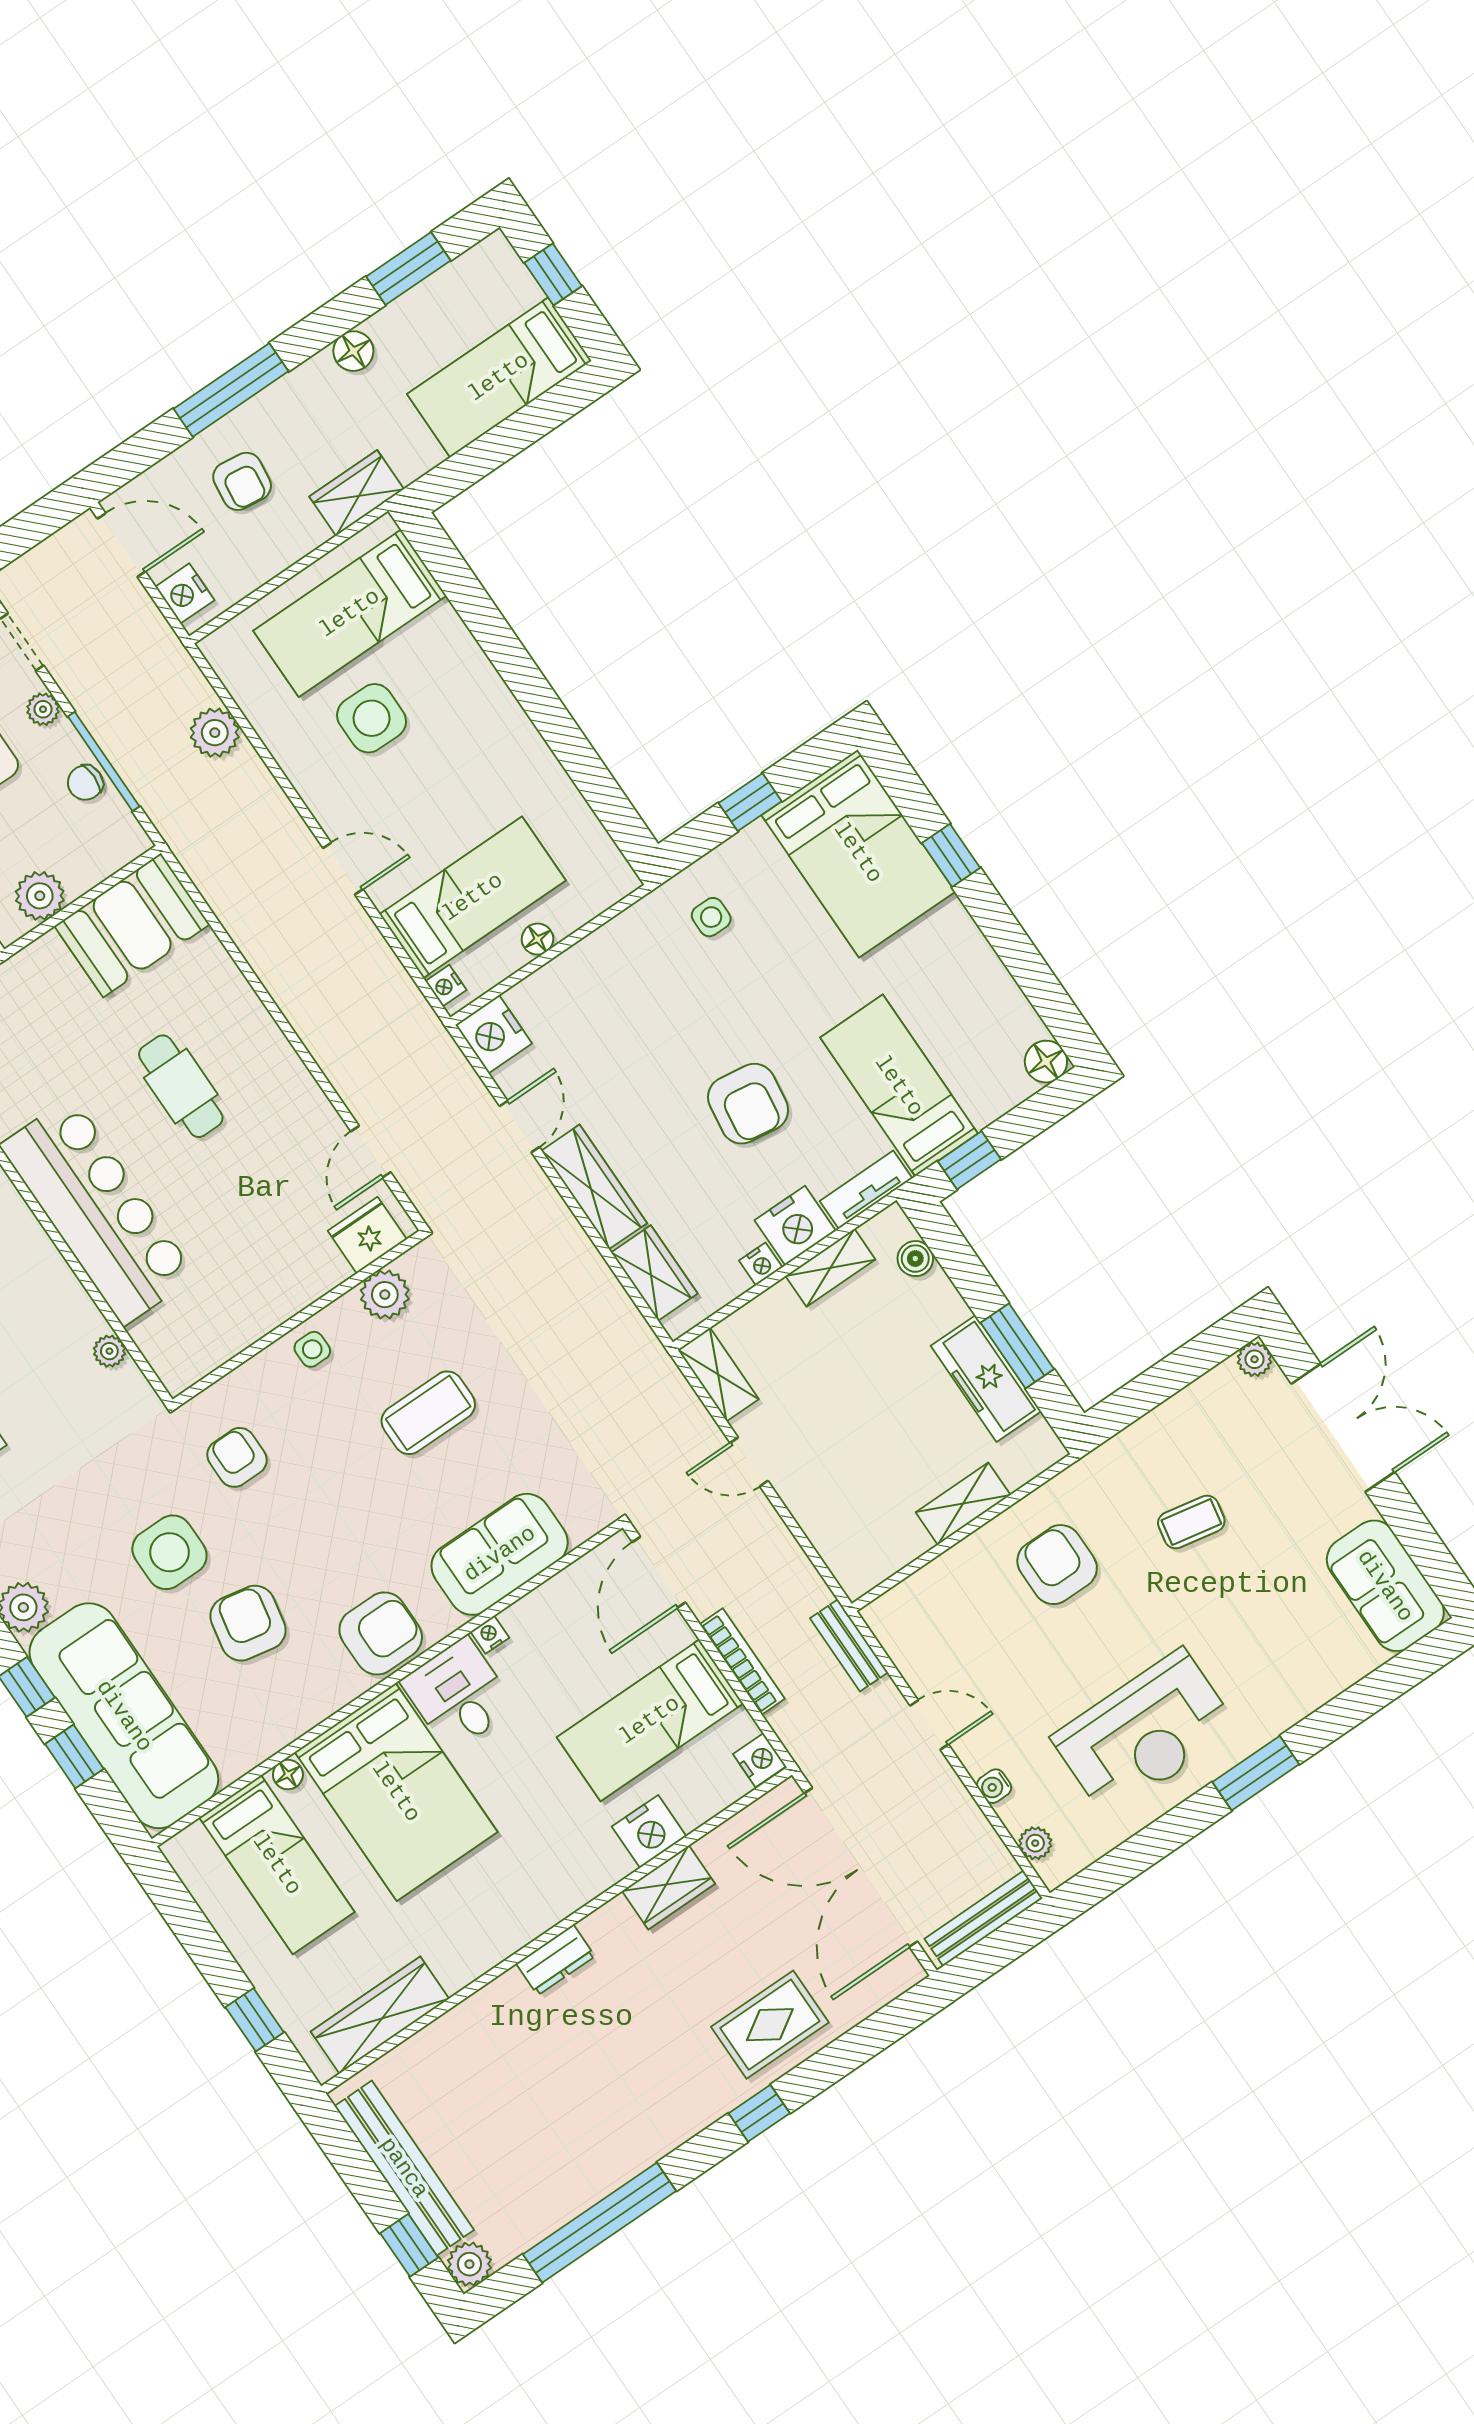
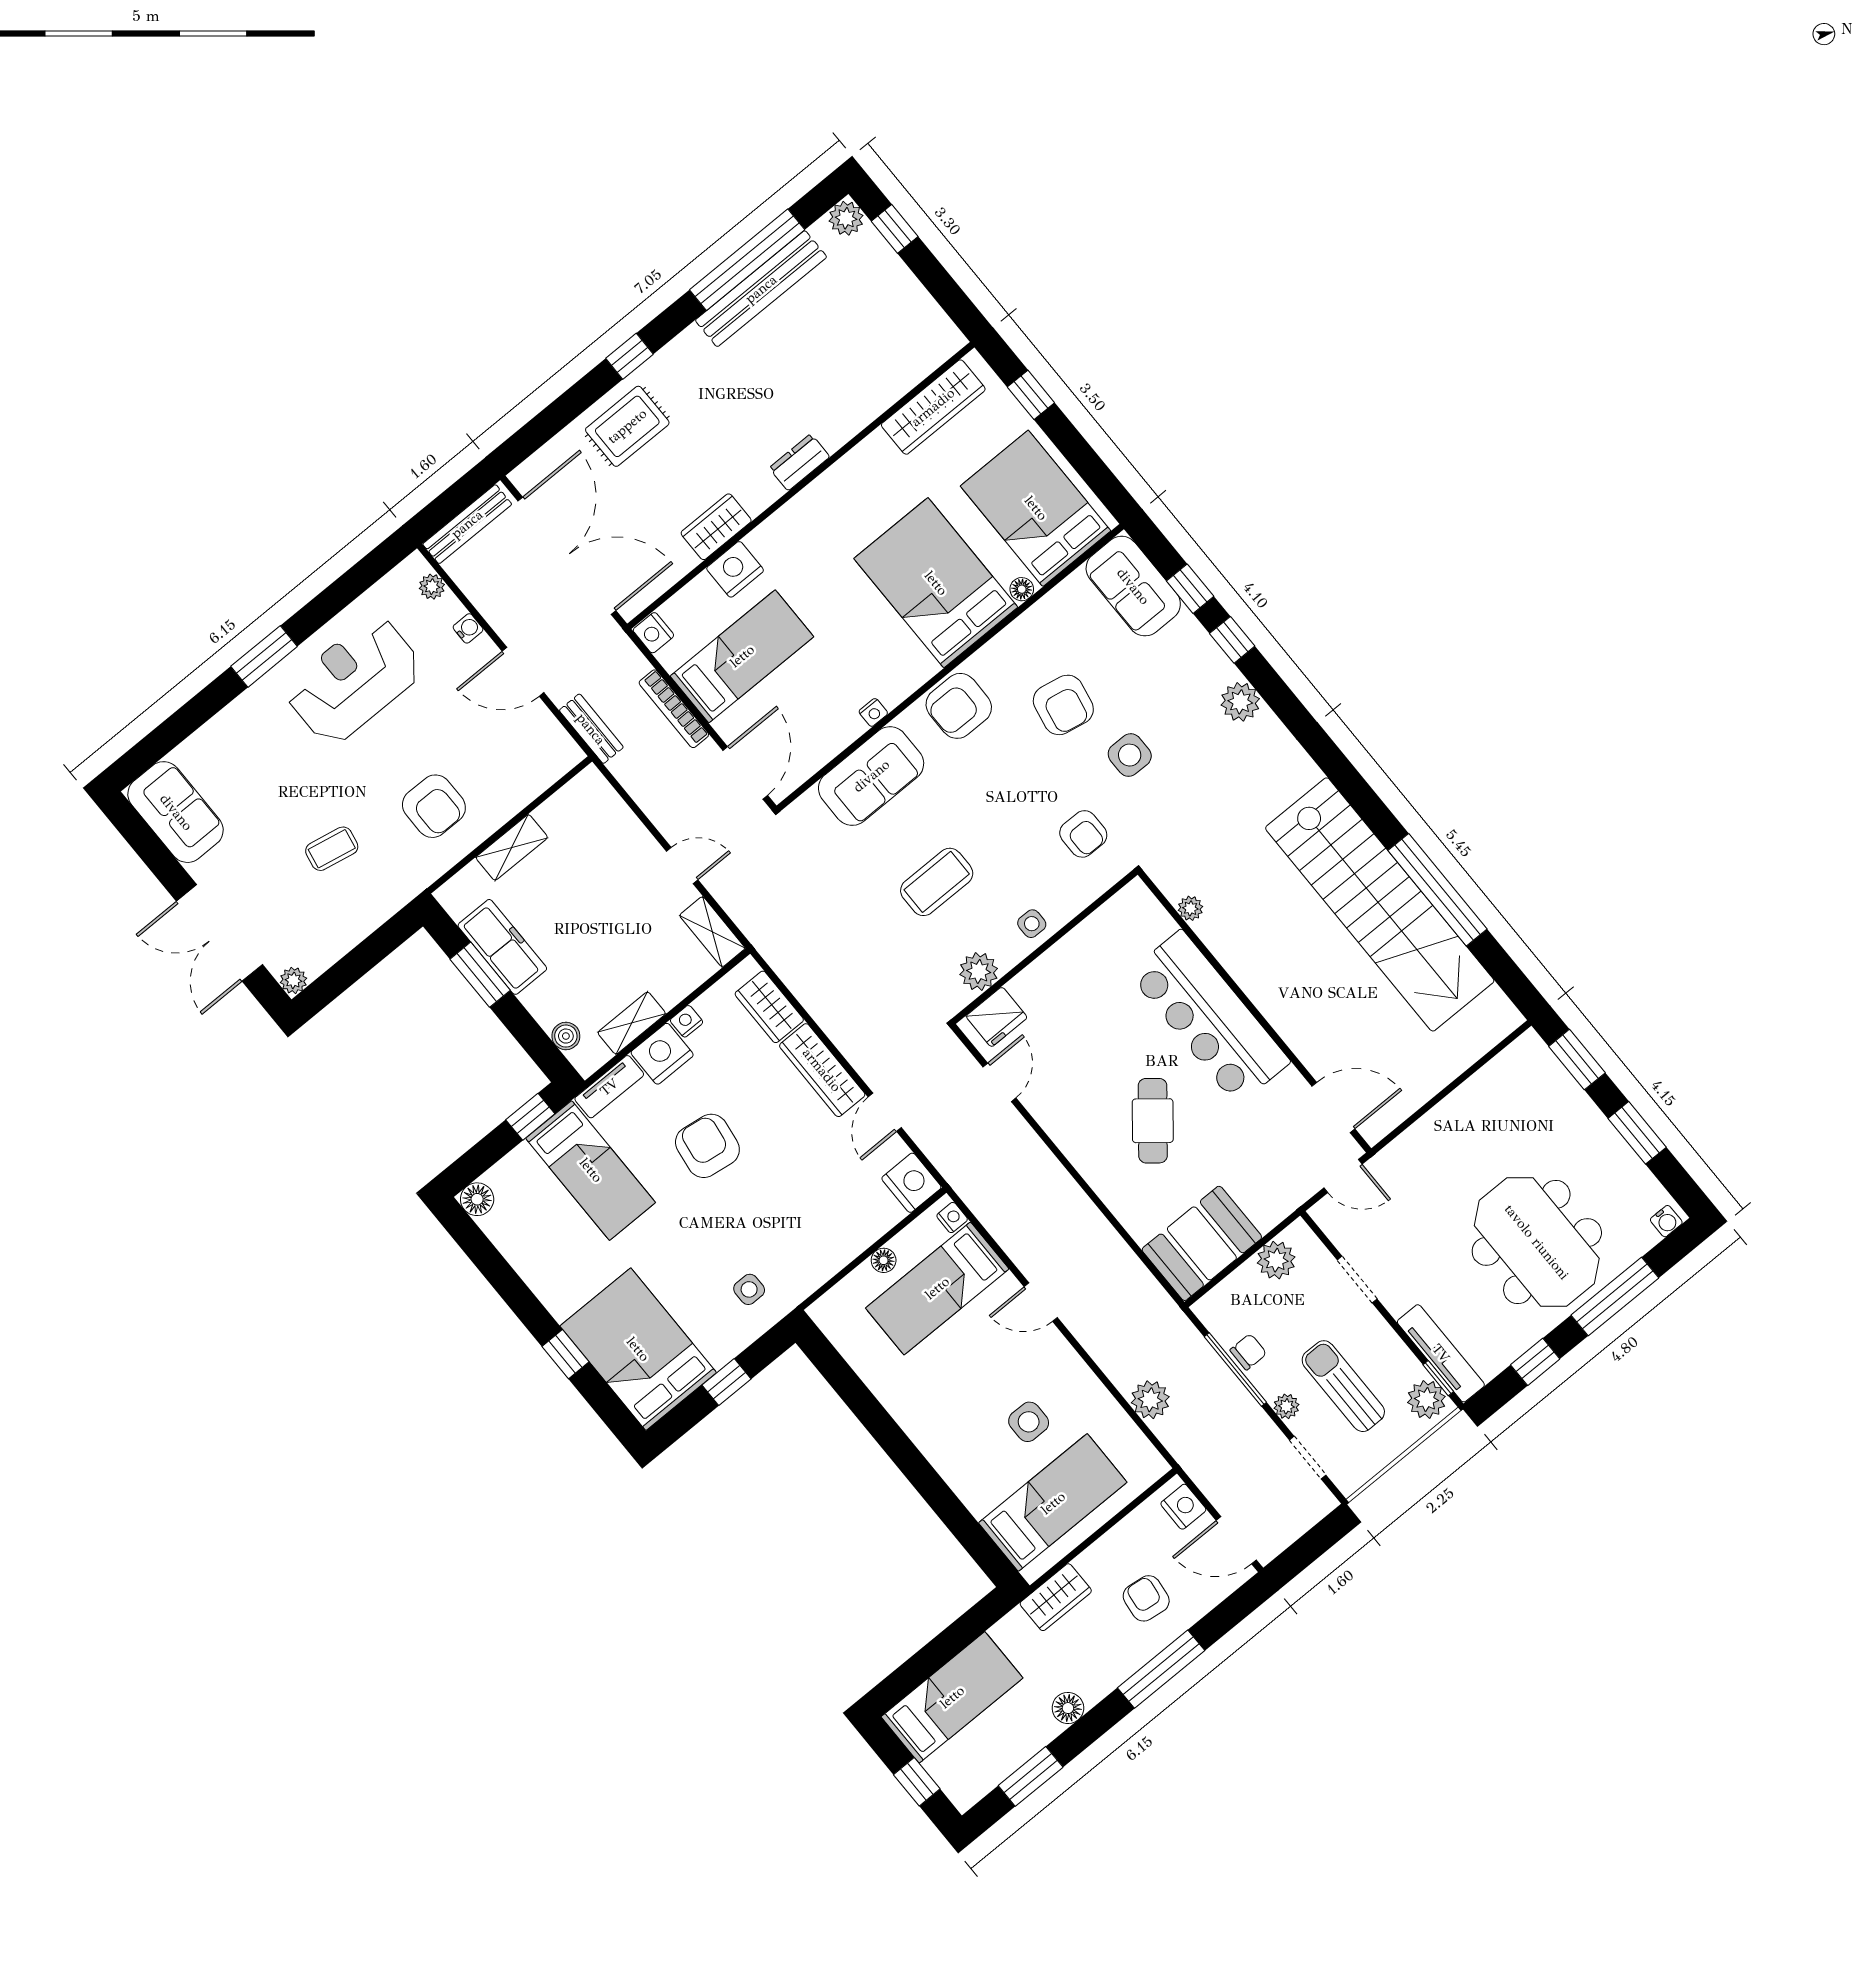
side table: (372, 718) -> (1029, 1422), width x0.73, depth x0.73
cafe table: (181, 1086) -> (1153, 1121), turned 39
side table: (169, 1552) -> (1130, 755), width x0.73, depth x0.73
desk: (458, 1695) -> (894, 663), removed
sofa: (124, 1716) -> (1133, 586), width x0.54, depth x0.79
door: (929, 1725) -> (523, 672), width x1.37
bed: (277, 1865) -> (1036, 508), width x1.50
bench: (404, 2168) -> (761, 289), moved, turned 90

